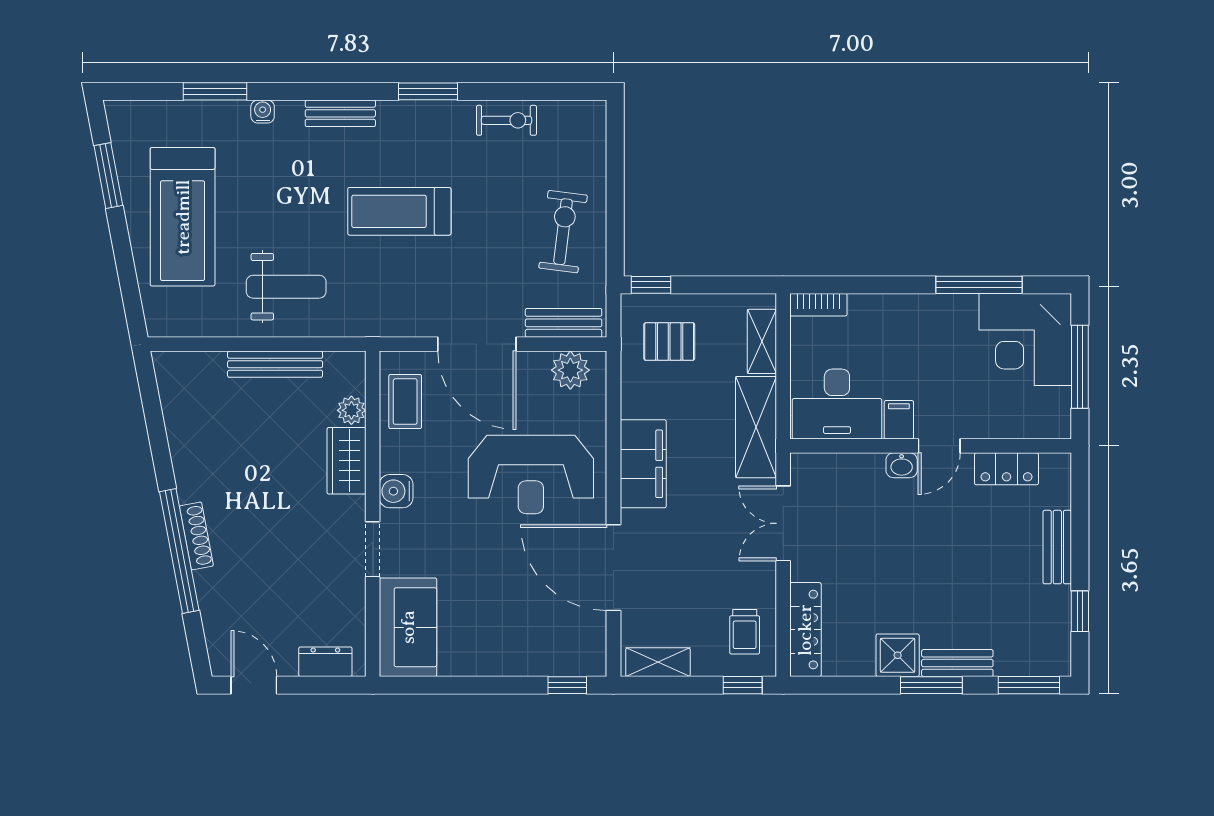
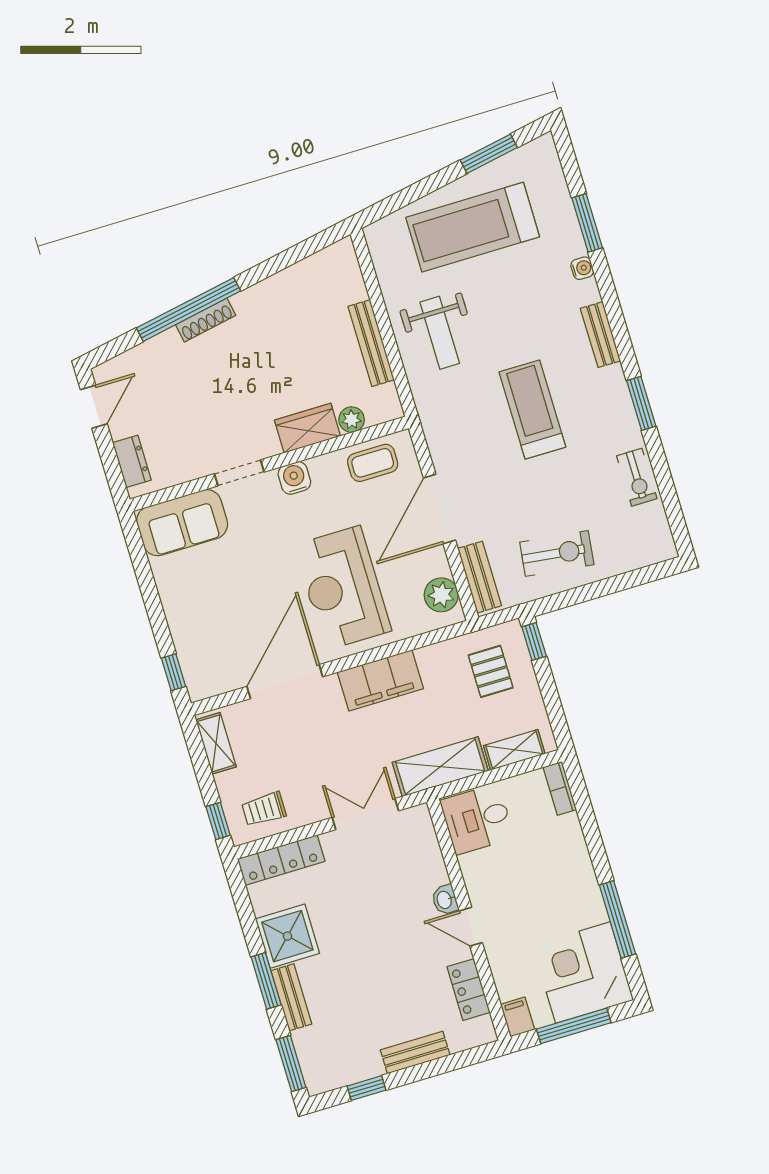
desk: (837, 404) -> (477, 819), width x0.73
filing cabinet: (899, 420) -> (518, 1017), moved, turned -90
shower: (898, 655) -> (287, 936), width x1.36, depth x1.36

